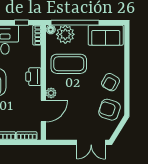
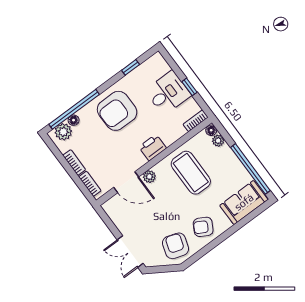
window: (22, 23) -> (189, 87), moved
window: (75, 23) -> (250, 169), moved
plant: (65, 34) -> (218, 141), width x0.53, depth x0.53
sofa: (106, 35) -> (244, 202), moved, turned 90

